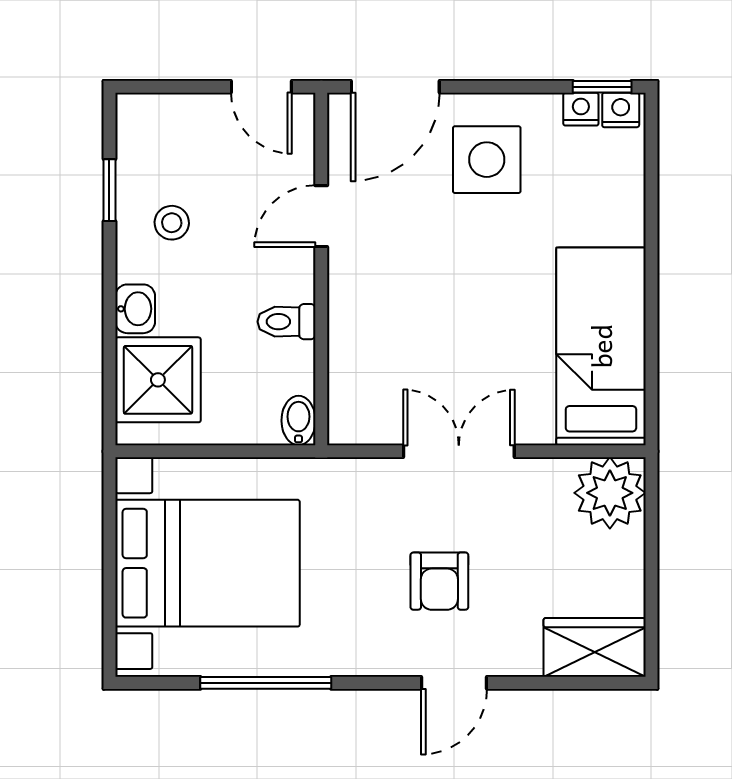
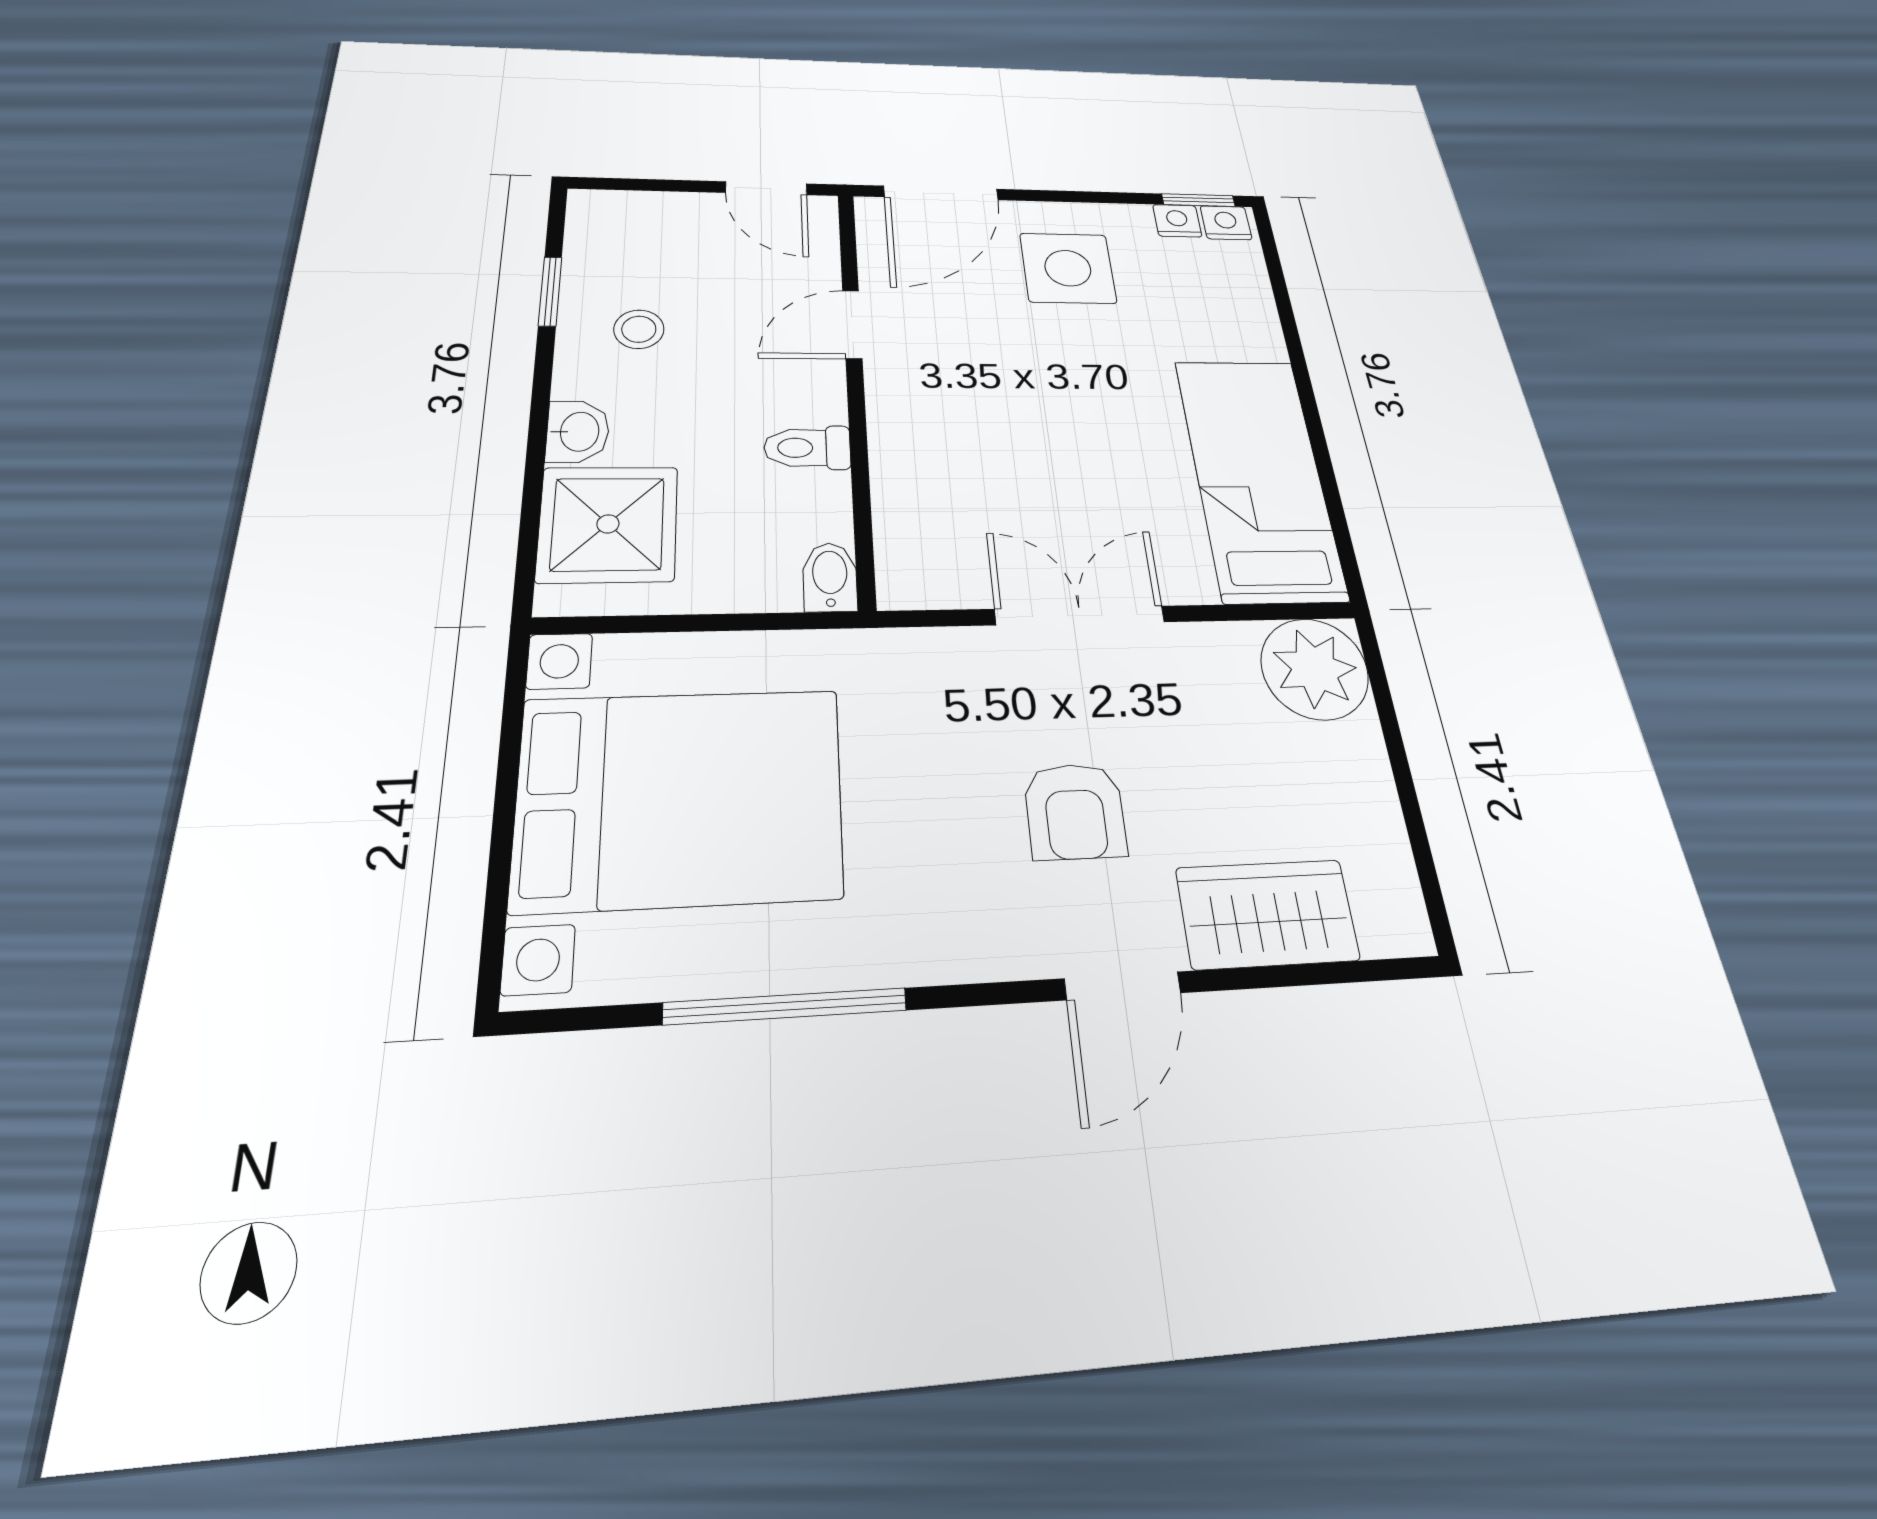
wardrobe: (595, 647) -> (1267, 914), moved

